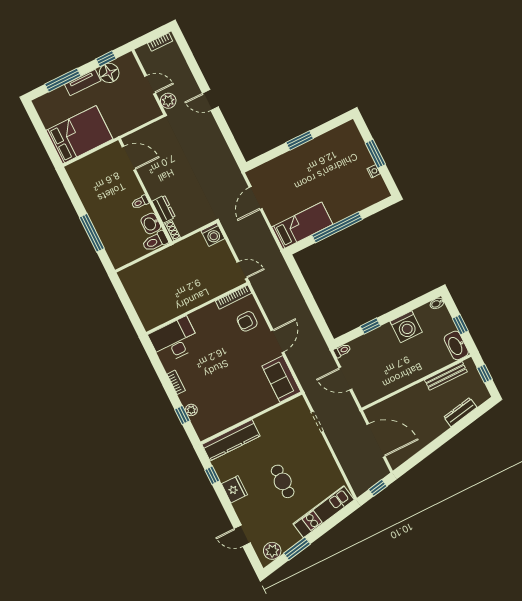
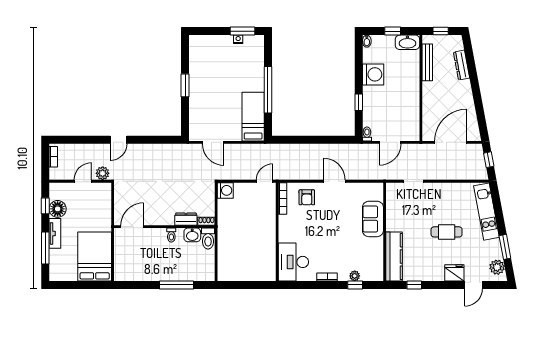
window: (375, 154) -> (243, 31), moved
sofa: (281, 379) -> (373, 219), moved, turned 90
fridge: (234, 489) -> (454, 273), moved

